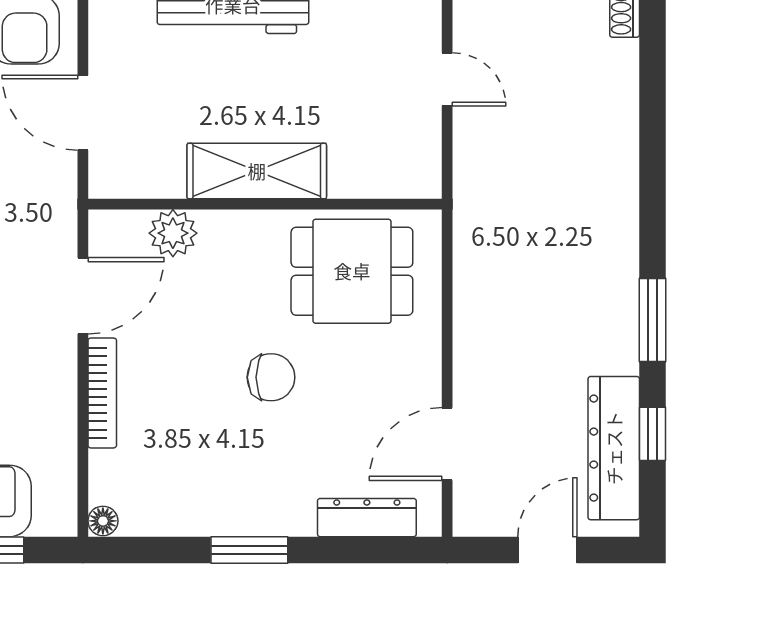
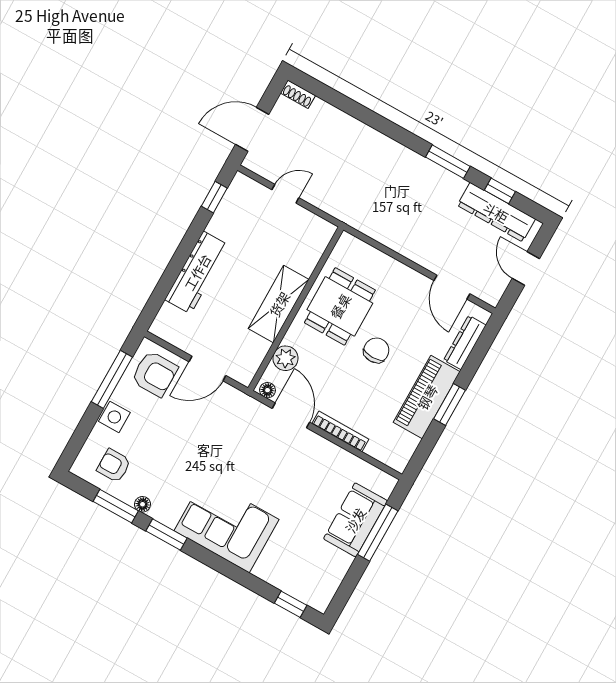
dining table: (352, 271) -> (340, 306), moved
piano: (241, 505) -> (427, 397), added
floor lamp: (103, 521) -> (268, 390), moved

